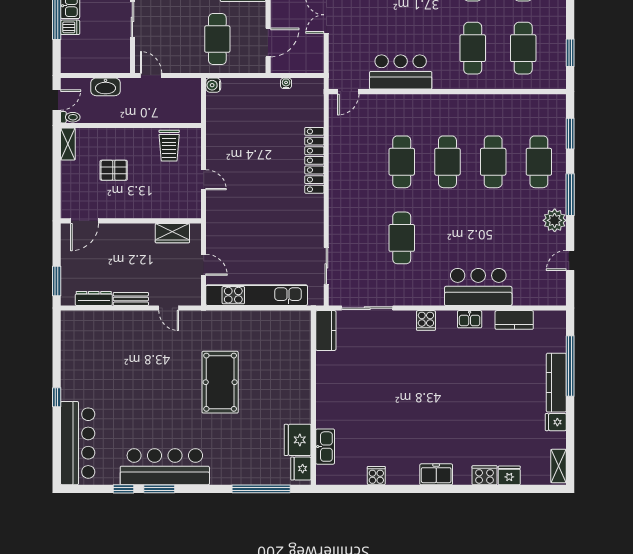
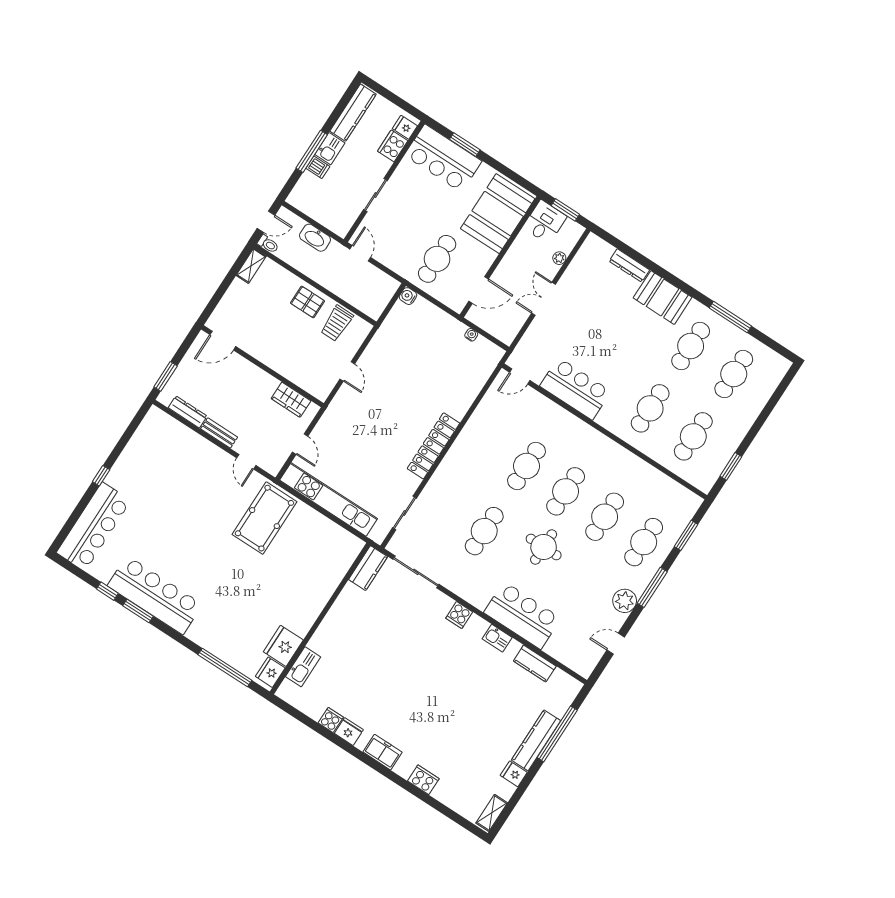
locker: (314, 160) -> (433, 446), moved
pallet: (114, 170) -> (308, 302), moved
round table: (459, 219) -> (544, 547), added
pool table: (220, 382) -> (264, 518), moved
fridge: (509, 475) -> (349, 732), moved

